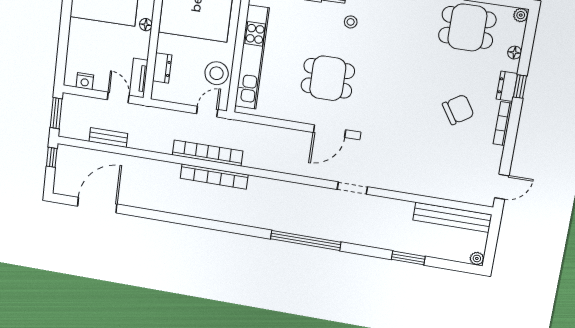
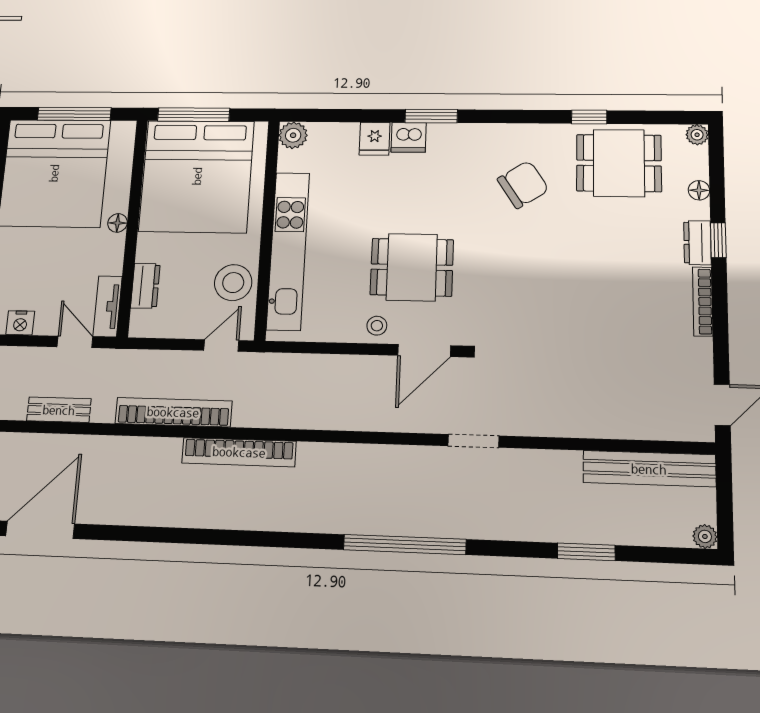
stool: (351, 22) -> (377, 326), moved
chair: (458, 110) -> (523, 184), moved
bookcase: (208, 153) -> (173, 412), moved

